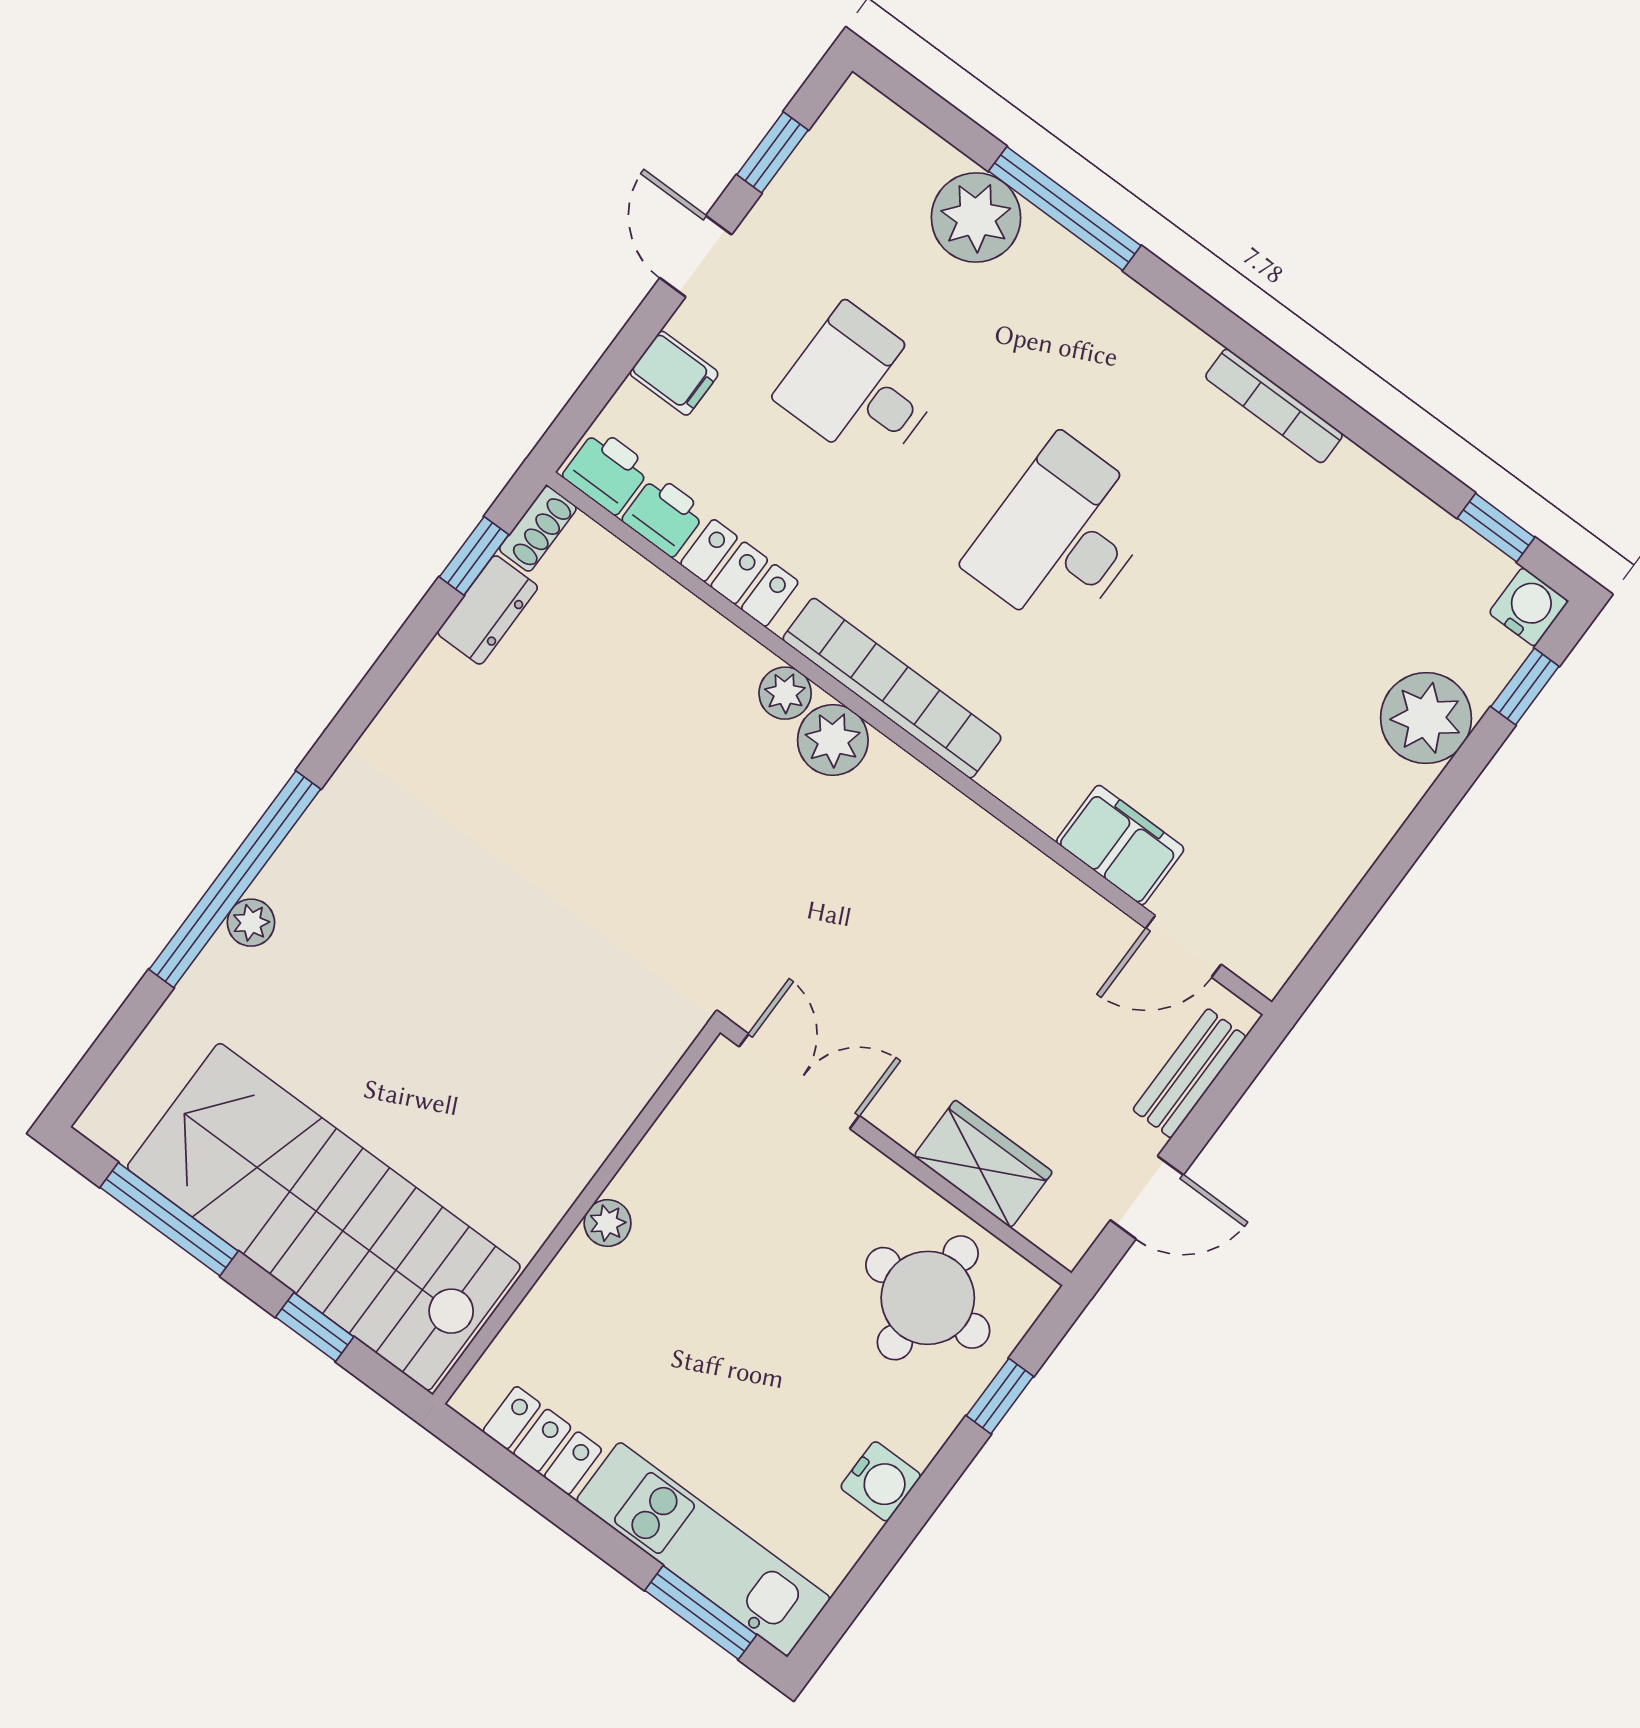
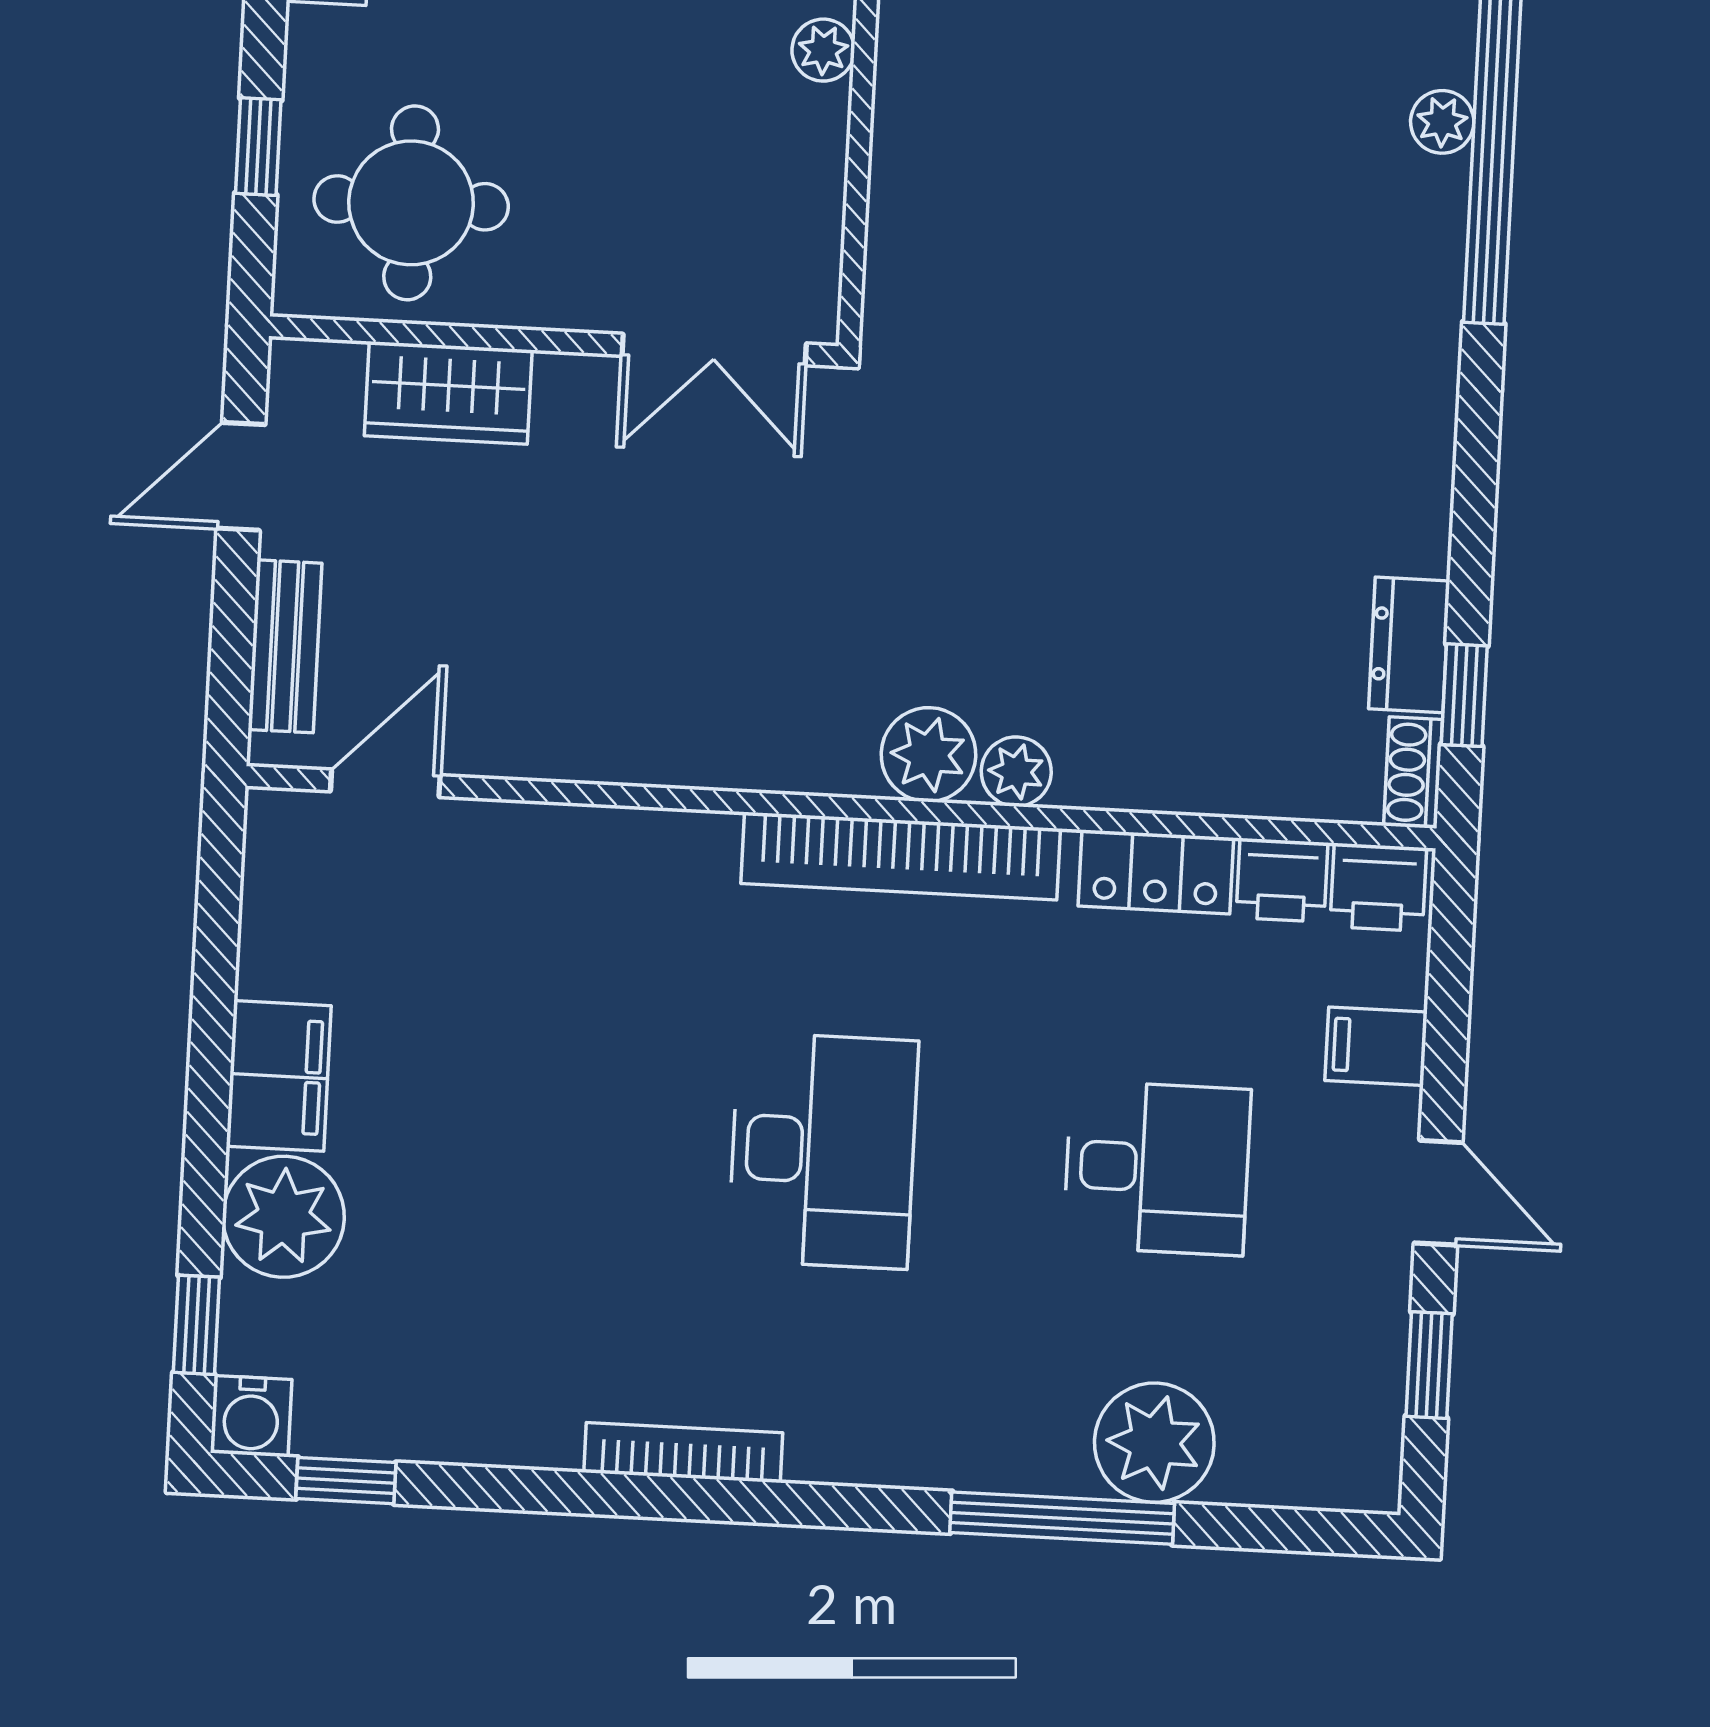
filing cabinet: (1120, 845) -> (279, 1076), moved, turned -90

